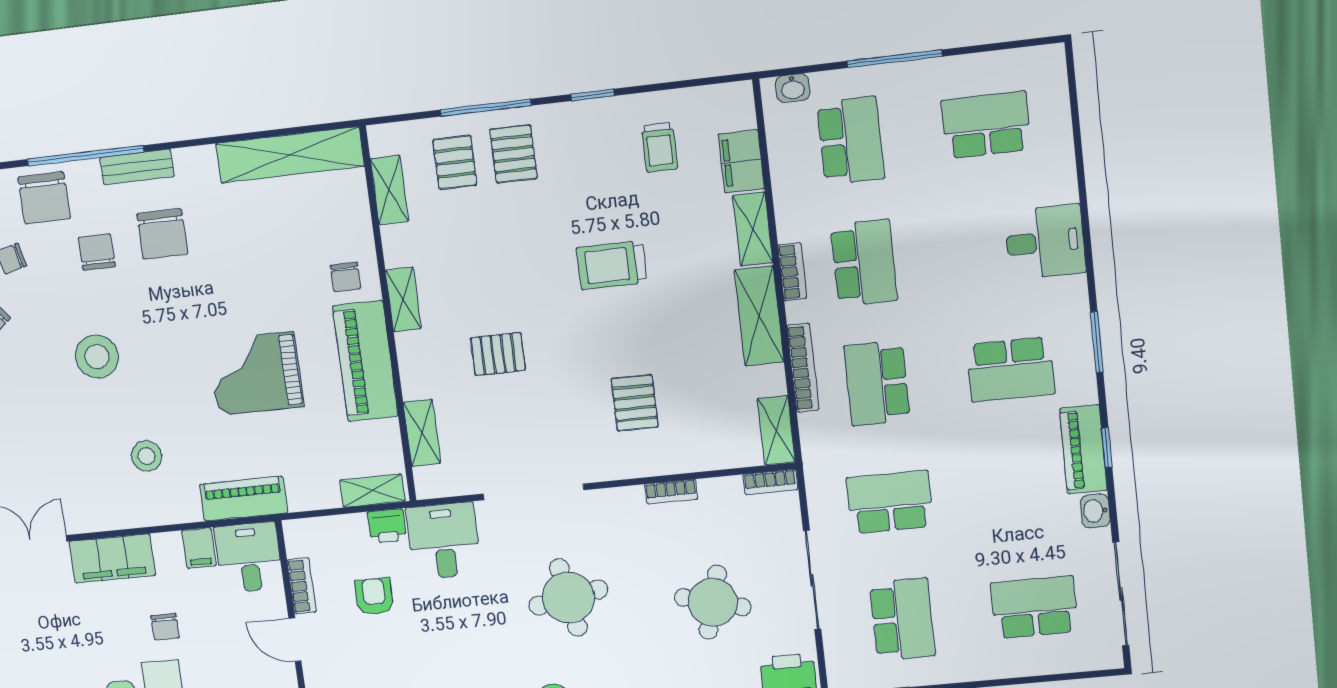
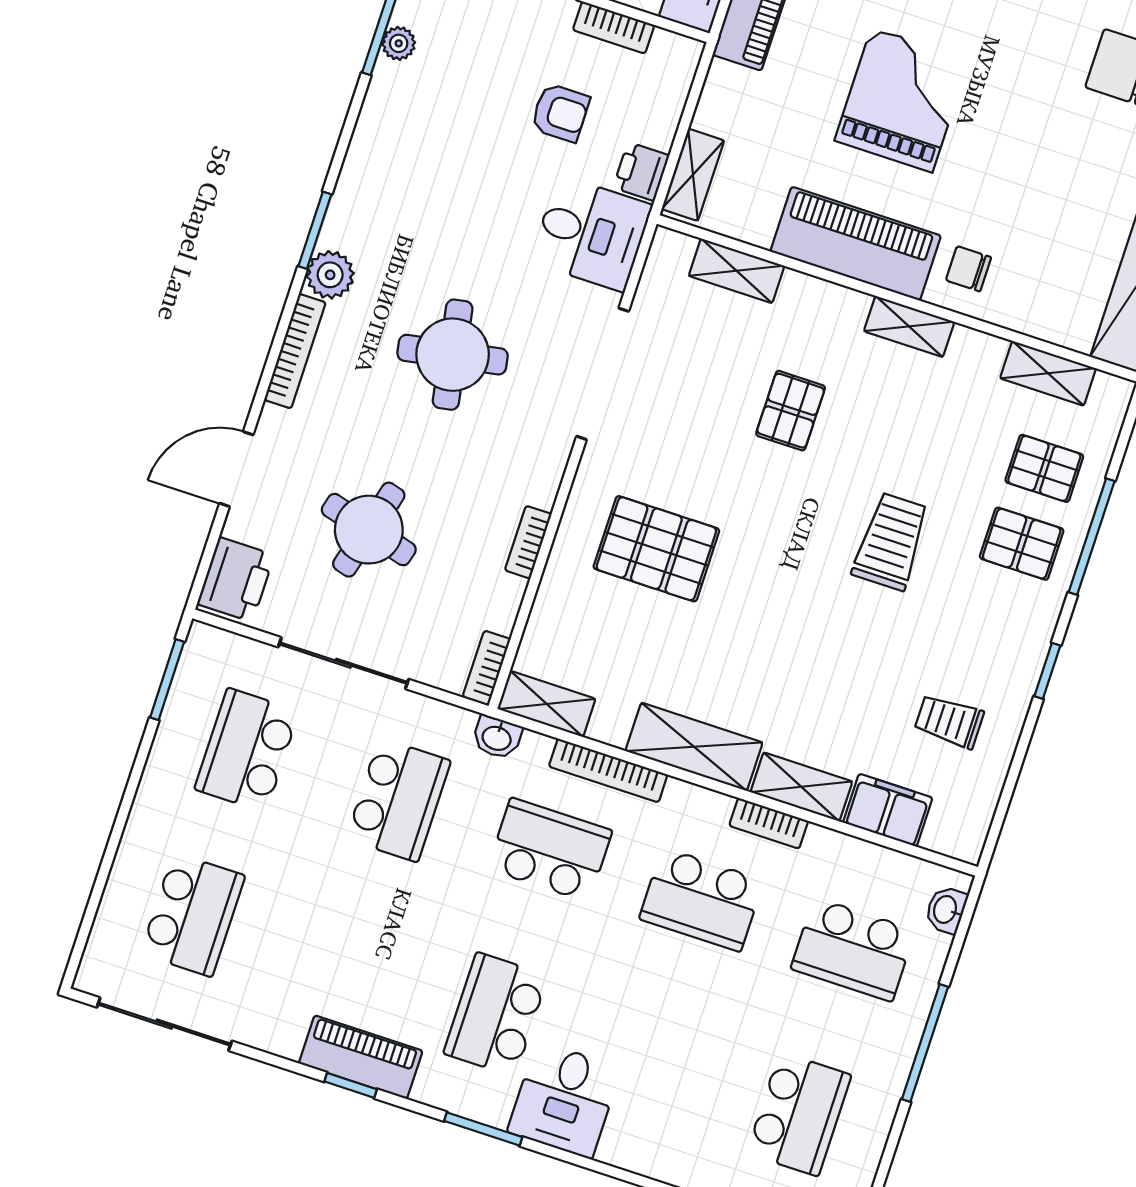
desk: (1045, 242) -> (564, 1100), moved
trolley: (612, 265) -> (891, 542), moved
bookcase: (792, 272) -> (769, 823), moved
pallet: (635, 403) -> (656, 549), width x1.50, depth x1.42
washbasin: (1095, 511) -> (497, 737), moved, turned 180
school desk: (902, 619) -> (247, 750), turned 90

